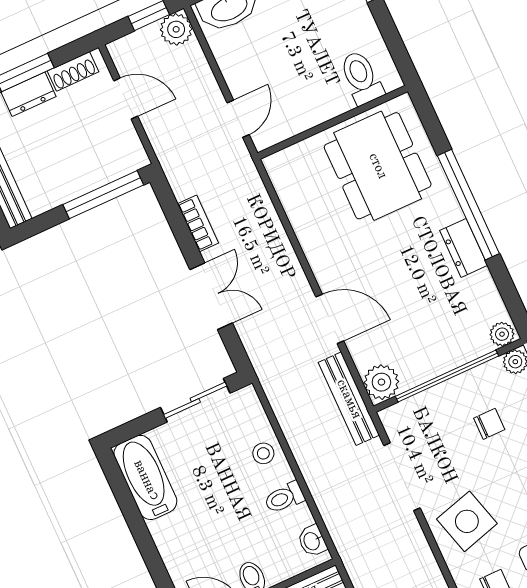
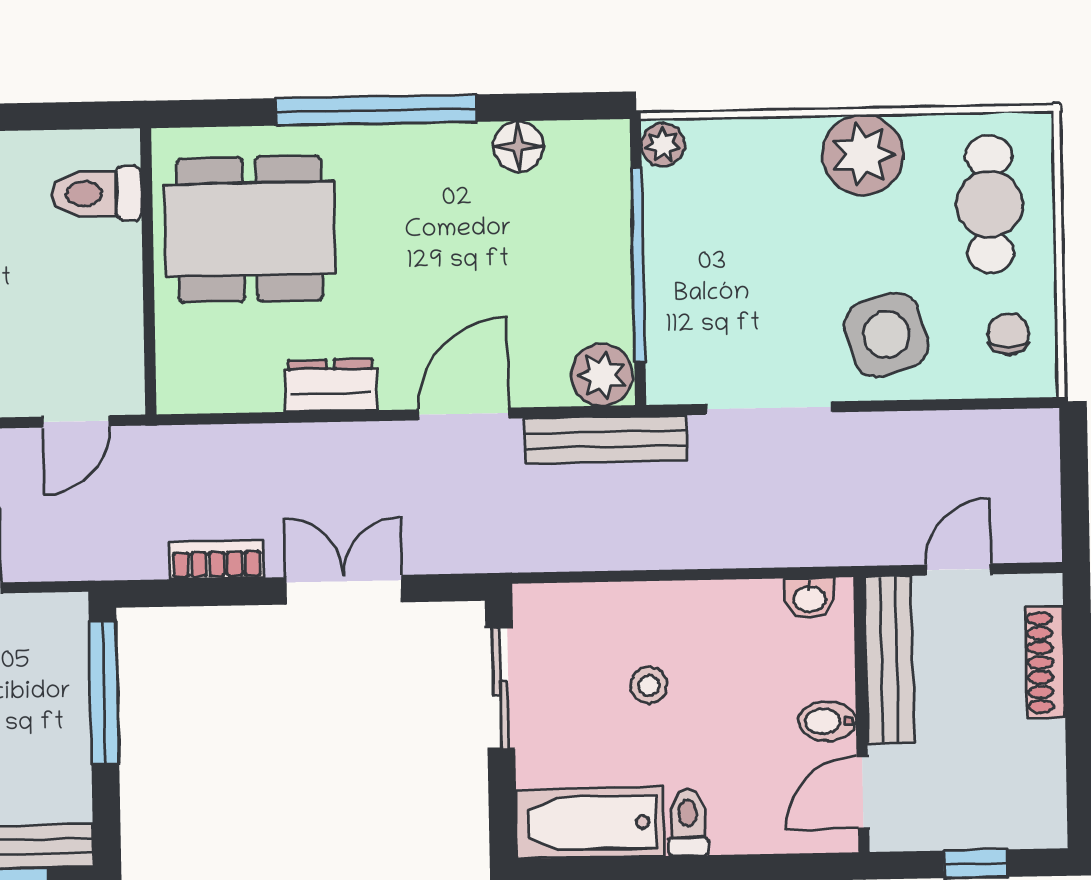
door: (238, 119) -> (76, 421), swing flipped
dresser: (464, 248) -> (331, 385), moved, turned 180
floor lamp: (482, 287) -> (518, 146), added
plant: (502, 334) -> (609, 147), removed
chair: (489, 424) -> (745, 230), removed
stool: (263, 453) -> (649, 685), moved
toilet: (284, 498) -> (688, 823), moved, turned 180

